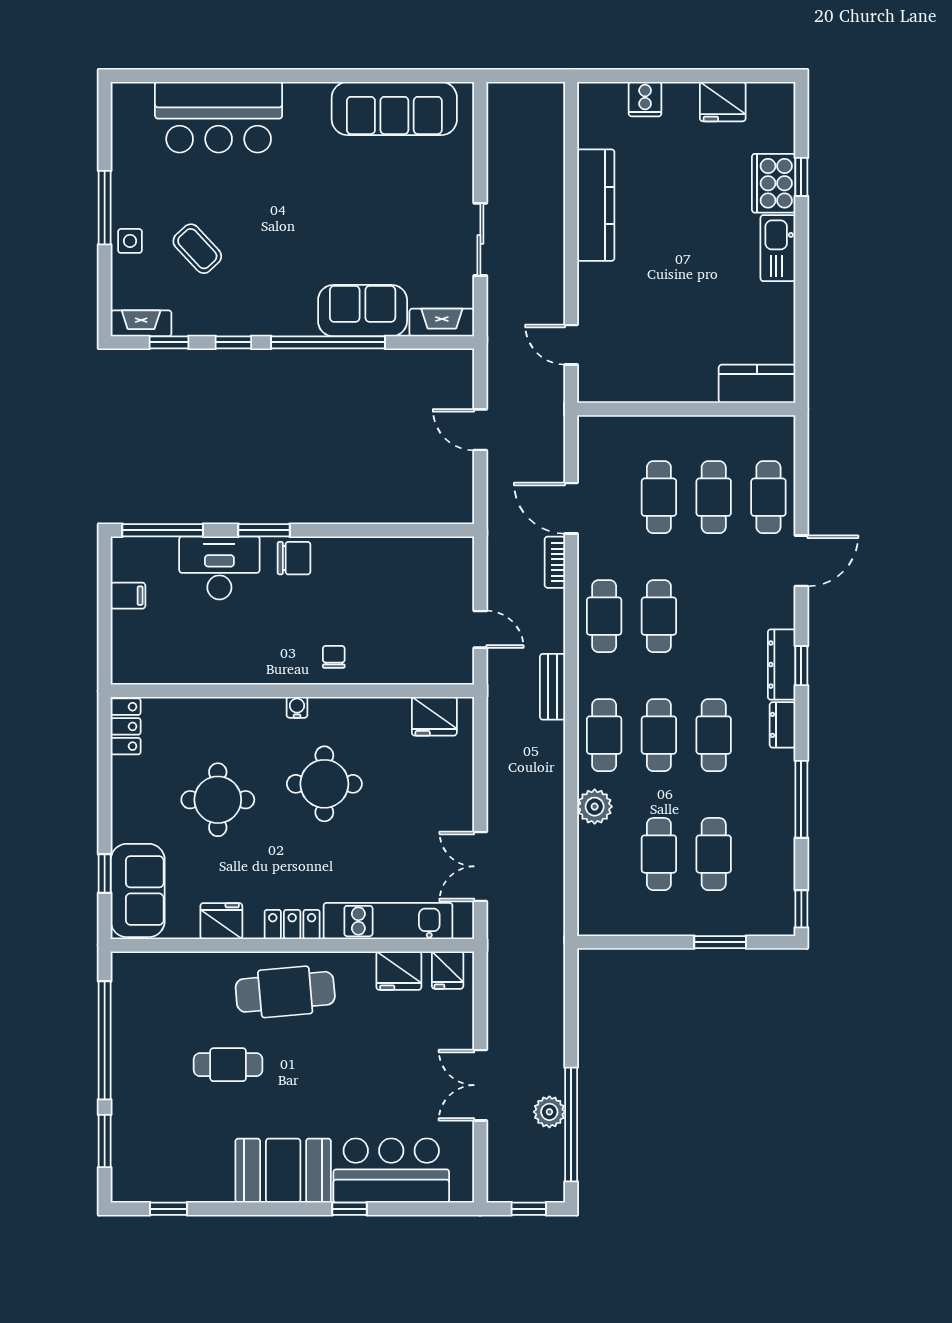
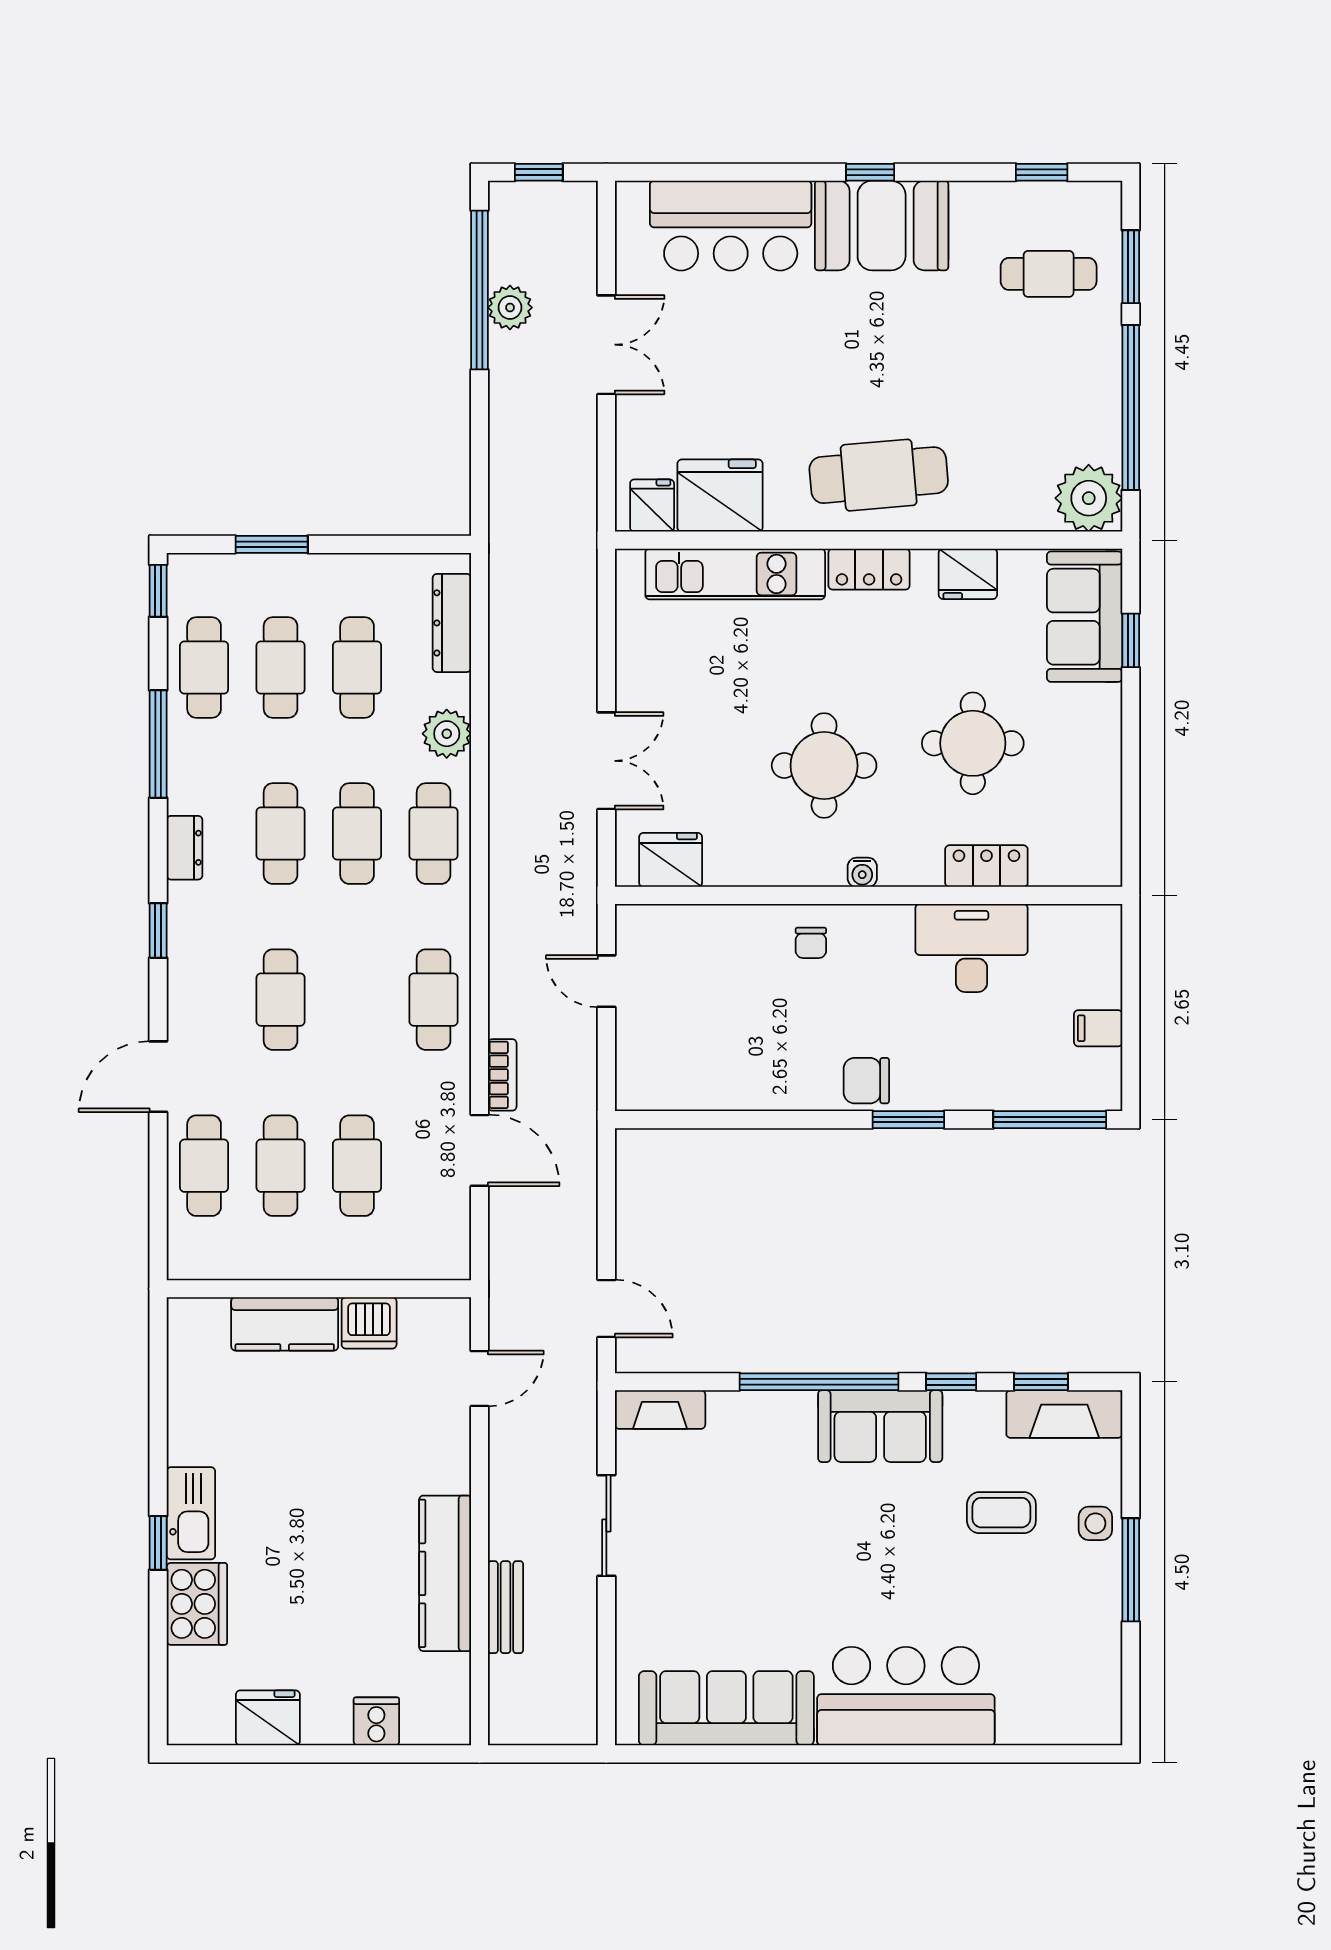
bar counter: (219, 117) -> (906, 1696), moved
window: (801, 177) -> (158, 1543), moved
coffee table: (197, 249) -> (1001, 1513), turned -47
sofa: (363, 311) -> (880, 1426), moved
fireplace: (141, 323) -> (1064, 1414), width x1.37, depth x1.32
door: (571, 345) -> (479, 1379), hinge flipped
kitchen counter: (757, 384) -> (285, 1324), moved
dishwasher: (650, 385) -> (369, 1323), added
door: (480, 430) -> (606, 1309), moved
desk: (219, 568) -> (972, 948), moved, turned 180
cafe table: (659, 616) -> (281, 1000), moved
dresser: (782, 665) -> (452, 623), moved, turned 180
bench: (553, 687) -> (506, 1607), moved
locker: (126, 726) -> (986, 866), moved, turned 90
cafe table: (768, 854) -> (204, 667), added
double door: (480, 866) -> (606, 761), moved
fridge: (399, 971) -> (720, 496), width x1.36, depth x1.34
plant: (135, 975) -> (1089, 498), added
cafe table: (228, 1065) -> (1049, 274), moved
window: (350, 1209) -> (870, 172), moved

